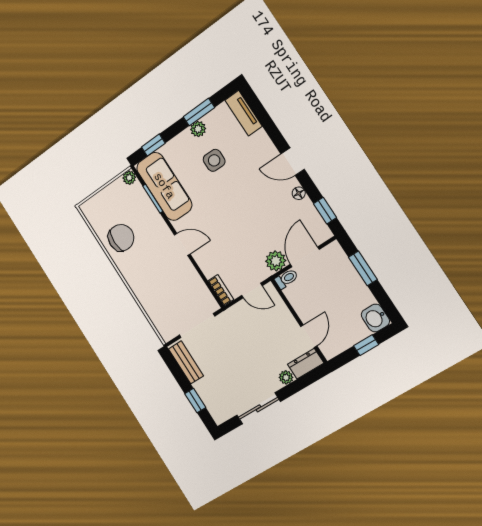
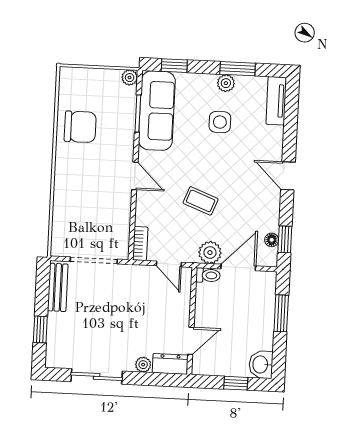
floor lamp: (299, 193) -> (272, 240), moved
coffee table: (242, 228) -> (201, 201), added

